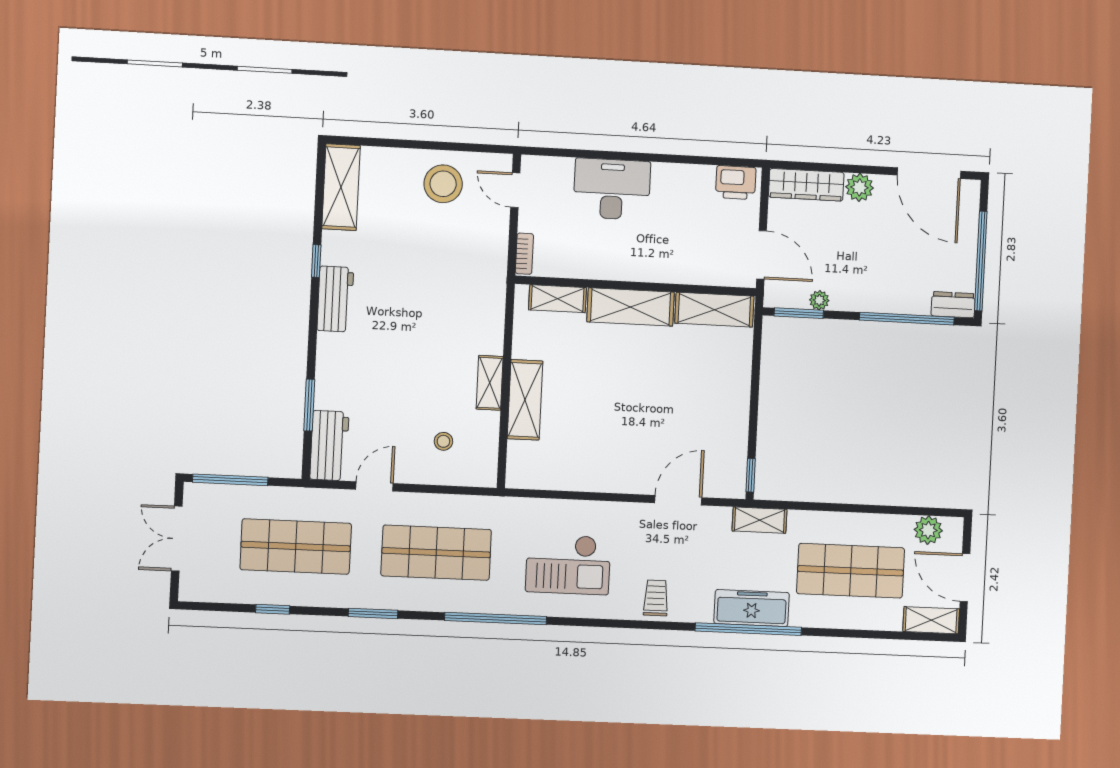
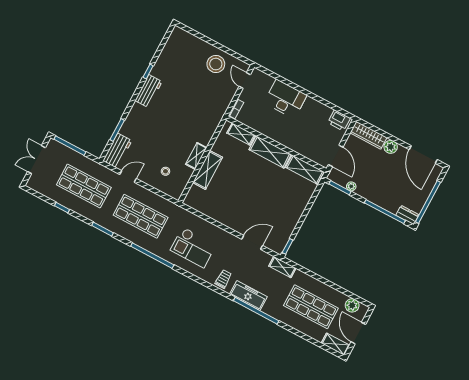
shelving: (341, 187) -> (173, 46), removed
freezer: (752, 608) -> (248, 296), moved

